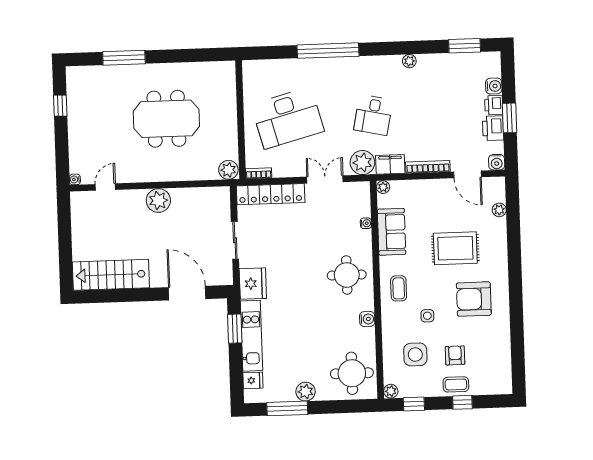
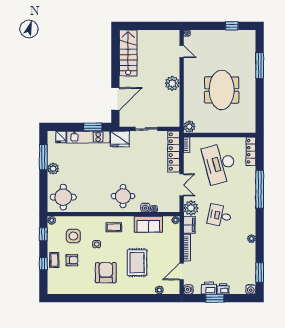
locker: (266, 67) -> (251, 151), added
water cooler: (494, 86) -> (251, 289), moved
water cooler: (367, 319) -> (145, 208), moved

